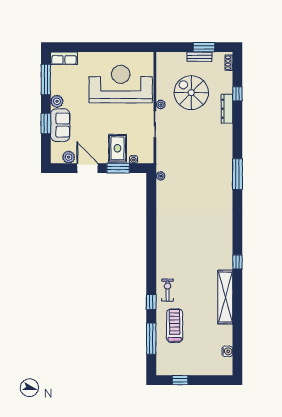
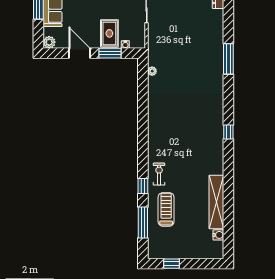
plant: (69, 157) -> (49, 42), moved
plant: (161, 176) -> (152, 71), moved
window: (237, 262) -> (228, 132), moved
shelving: (225, 297) -> (216, 202), moved

